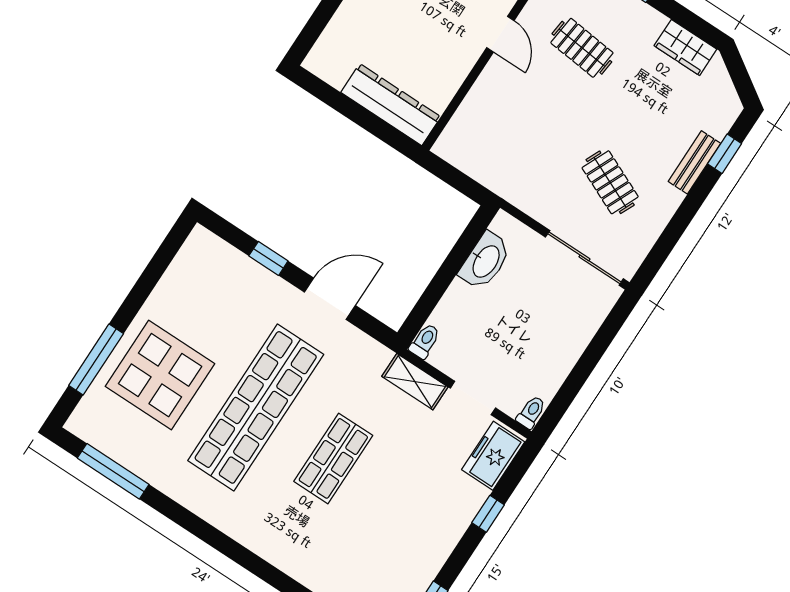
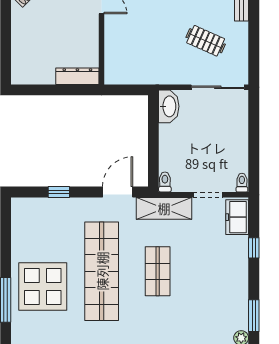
dresser: (391, 105) -> (77, 76), width x0.73, depth x0.80
washbasin: (485, 261) -> (169, 106), moved
door: (330, 299) -> (118, 192), moved
shelving: (415, 382) -> (164, 208), width x1.50, depth x1.33

